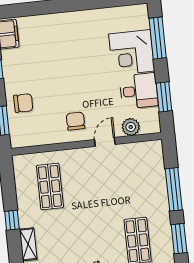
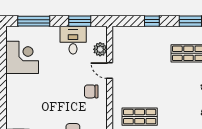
corner desk: (132, 52) -> (22, 57), moved, turned -90
window: (174, 189) -> (152, 21), width x0.46

